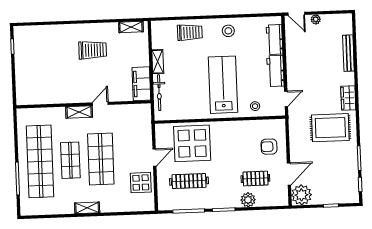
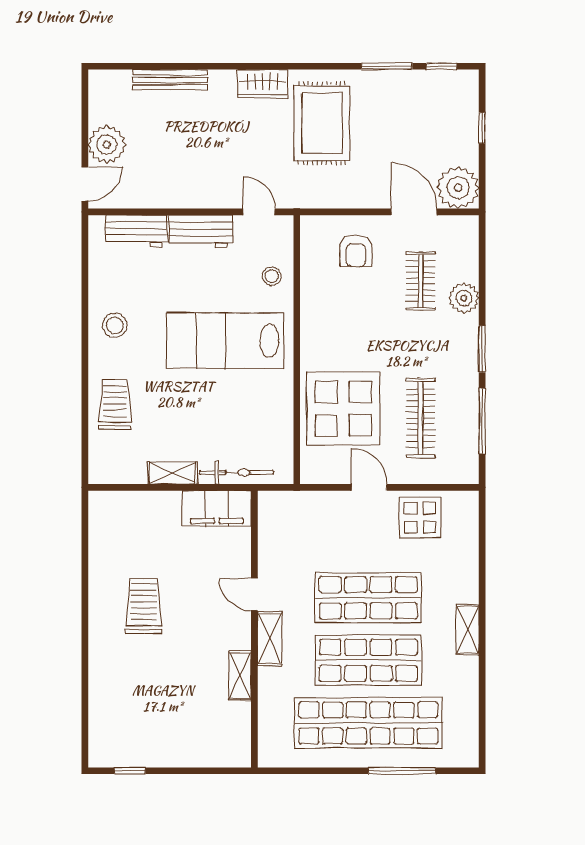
plant: (316, 19) -> (107, 145), width x1.87, depth x1.87
shelving: (131, 27) -> (240, 676), moved
shop shelf: (70, 160) -> (368, 660), width x1.43, depth x1.36

